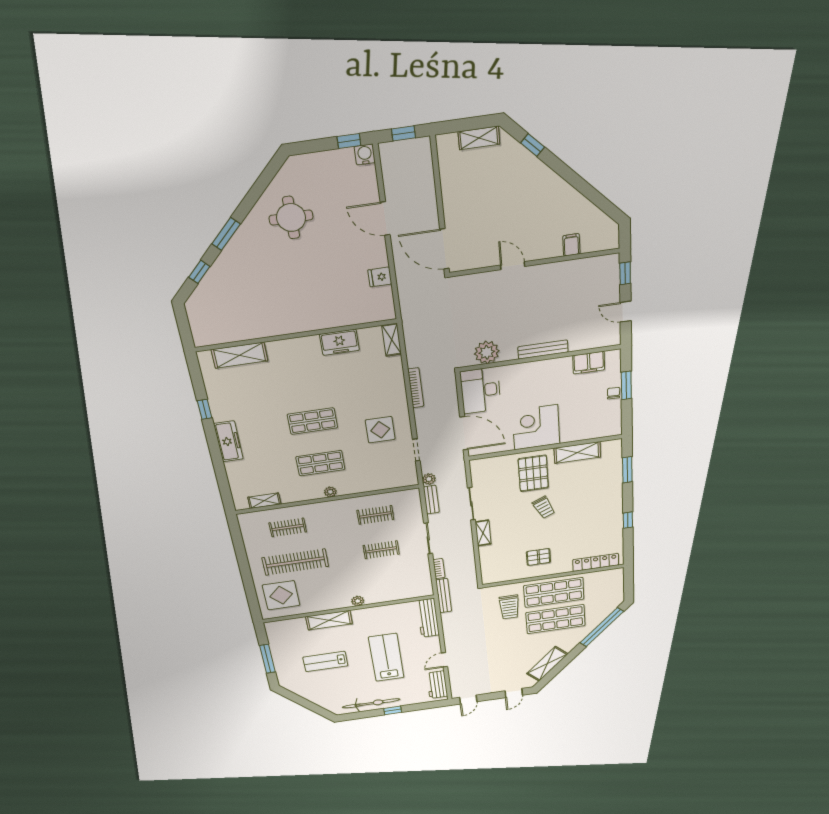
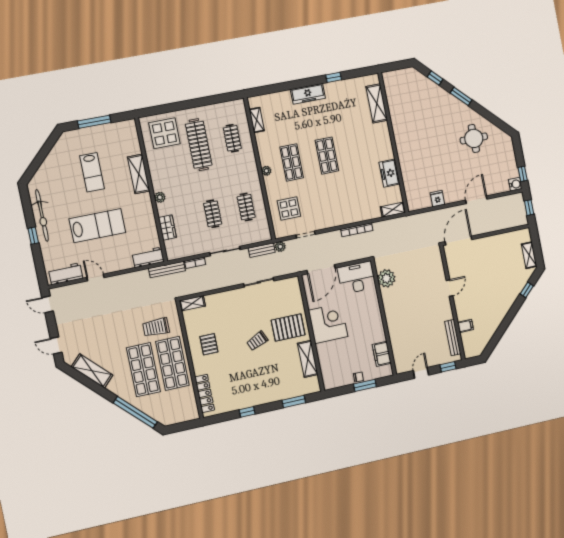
bench: (543, 350) -> (453, 338), moved
display table: (380, 430) -> (289, 208), moved
shelving: (483, 533) -> (192, 303), moved
wardrobe: (394, 594) -> (167, 228), added
workbench: (428, 618) -> (148, 257), width x0.73
lab bench: (325, 662) -> (92, 172), turned 180

